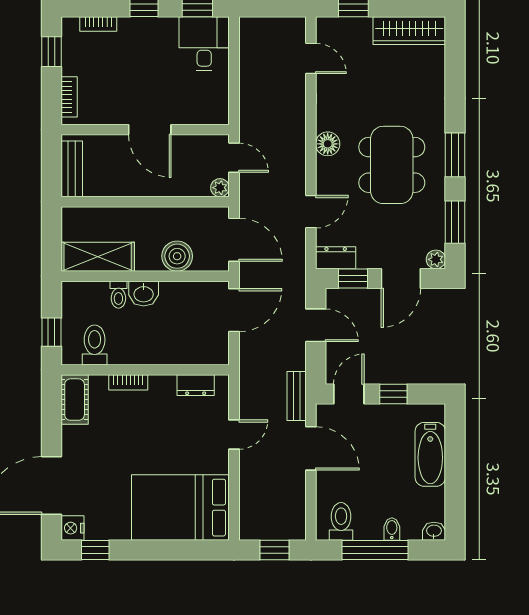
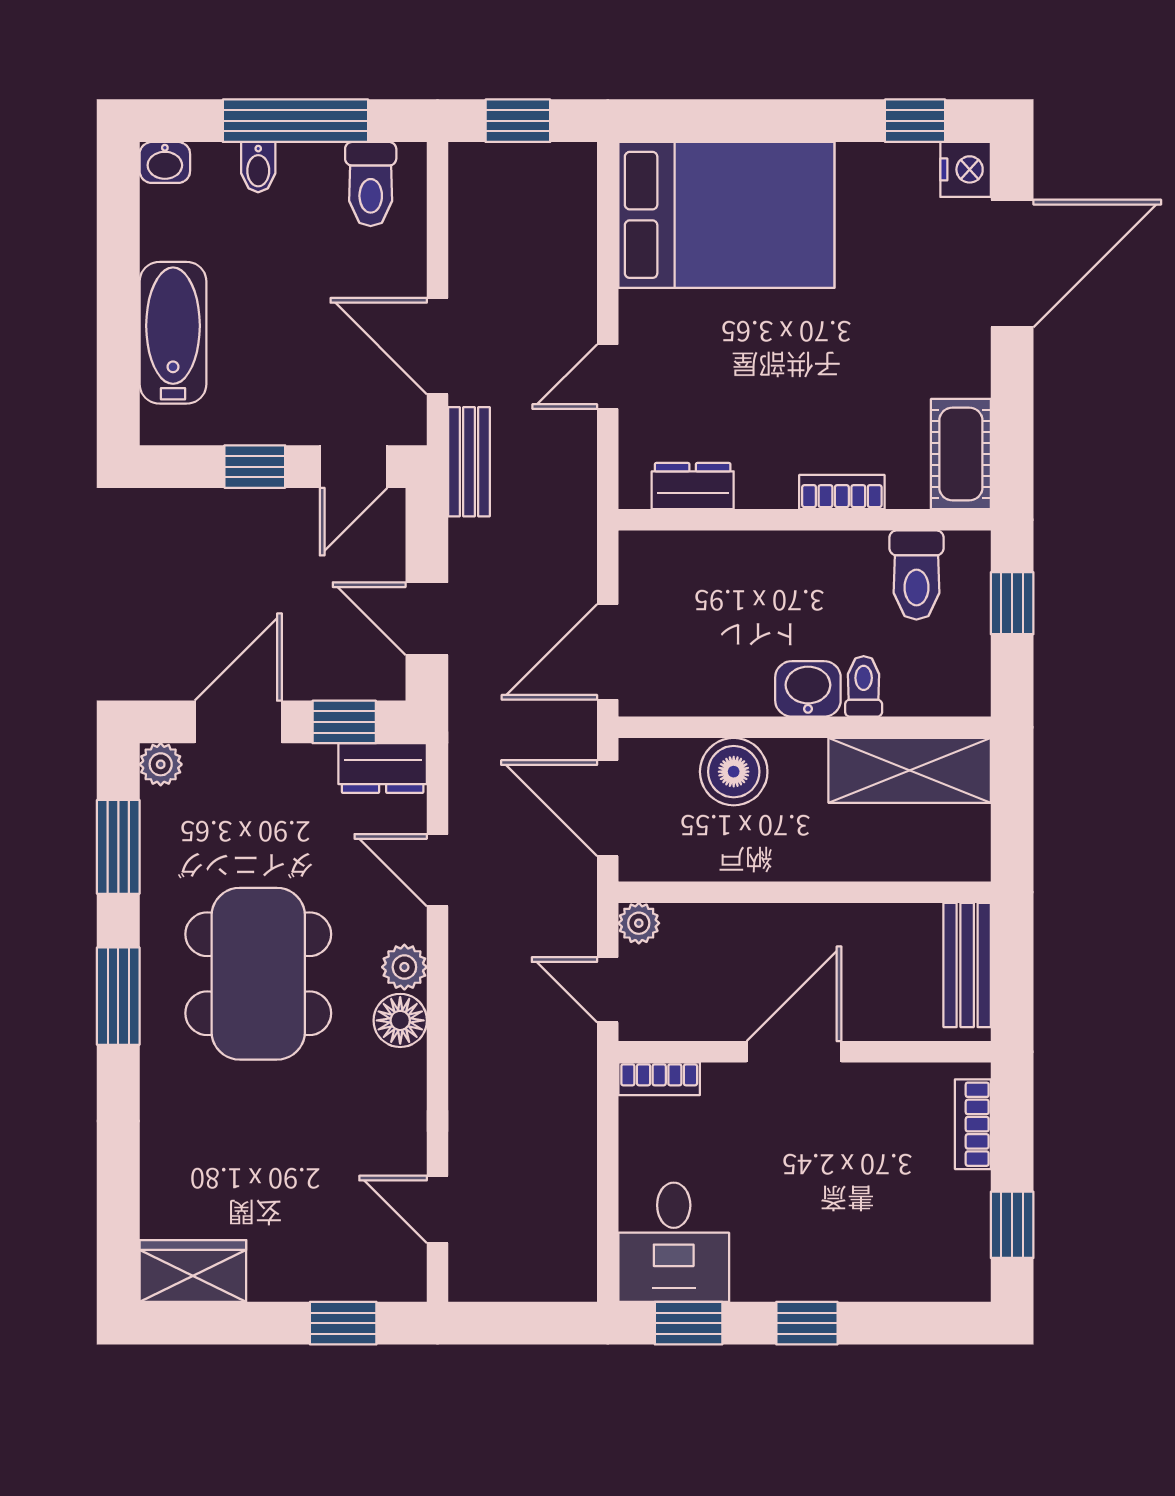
bookcase: (98, 24) -> (659, 1079), moved, turned 180
wardrobe: (409, 31) -> (193, 1271), width x0.67
door: (150, 130) -> (794, 1052), hinge flipped
plant: (326, 168) -> (404, 967), added
door: (311, 212) -> (438, 870), hinge flipped

